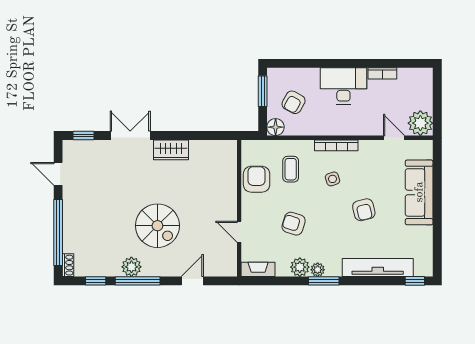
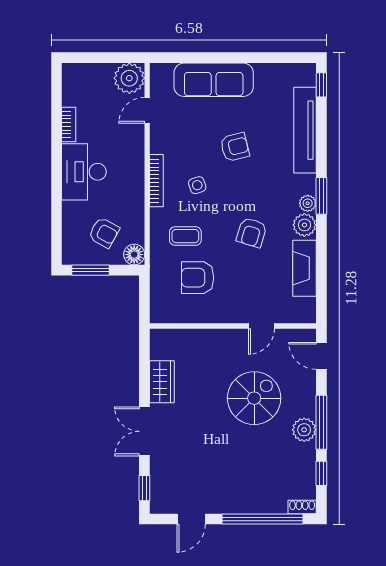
wall: (239, 208) -> (233, 326), moved
door: (239, 232) -> (261, 326), moved
fireplace: (258, 269) -> (304, 268), width x1.37, depth x1.32

